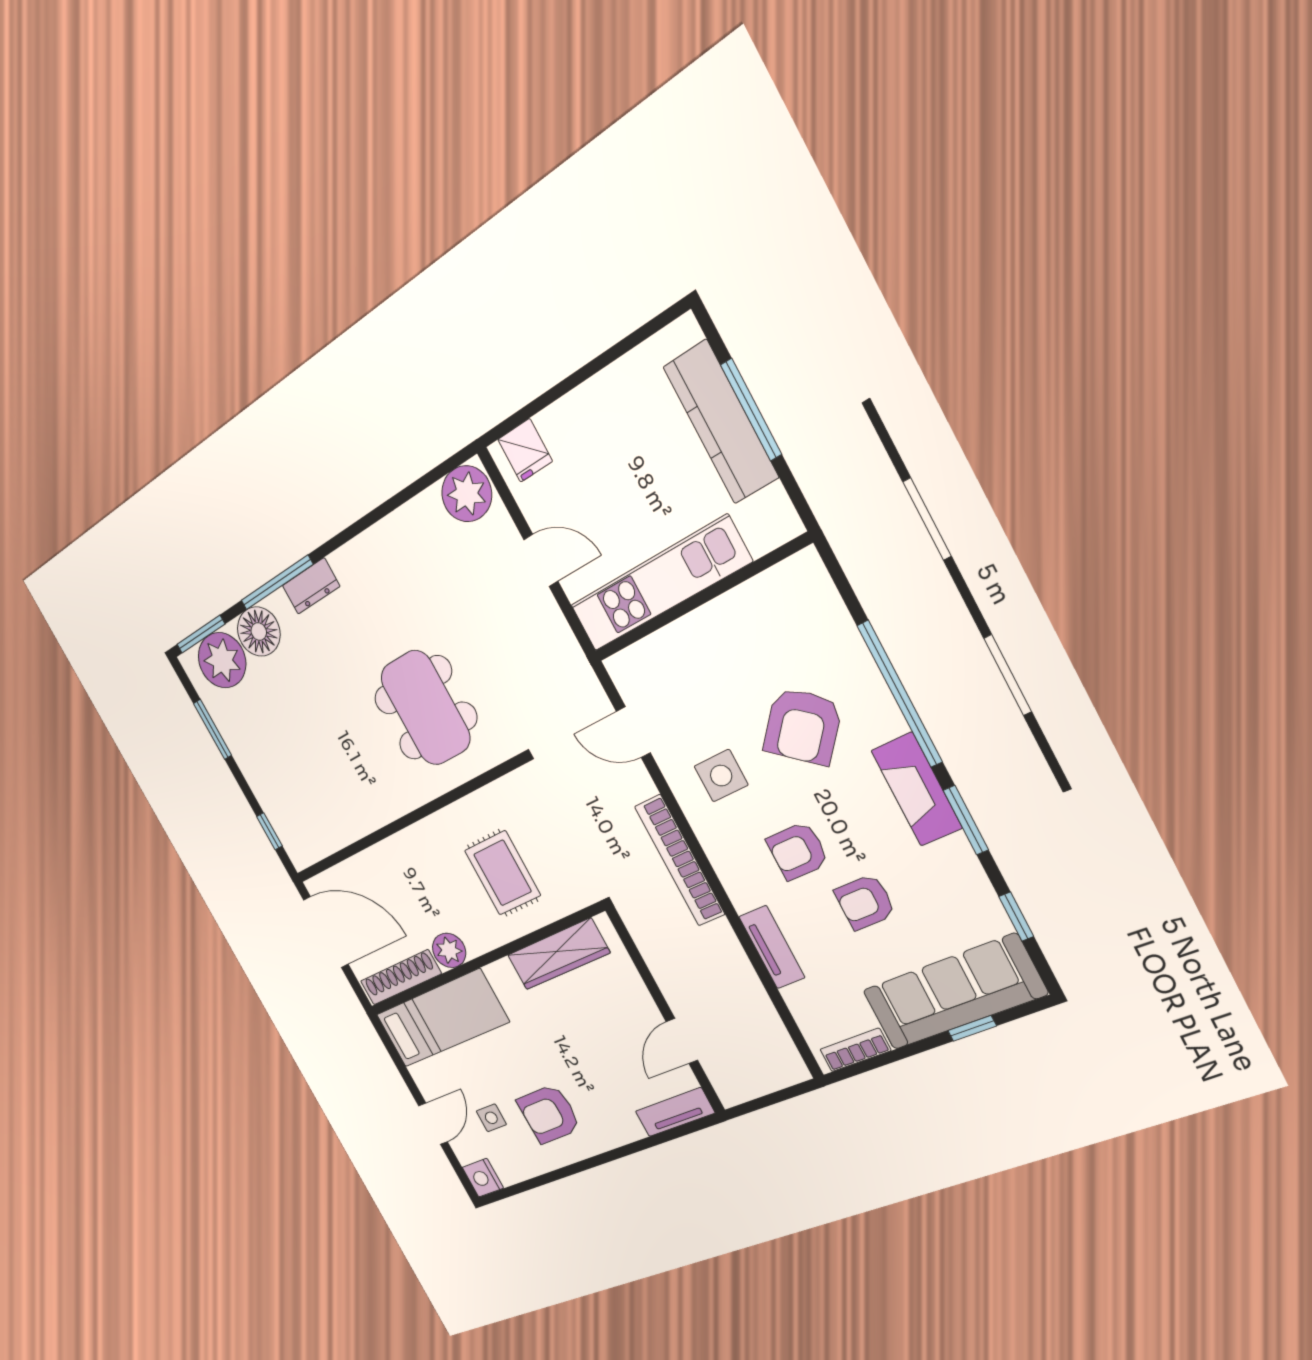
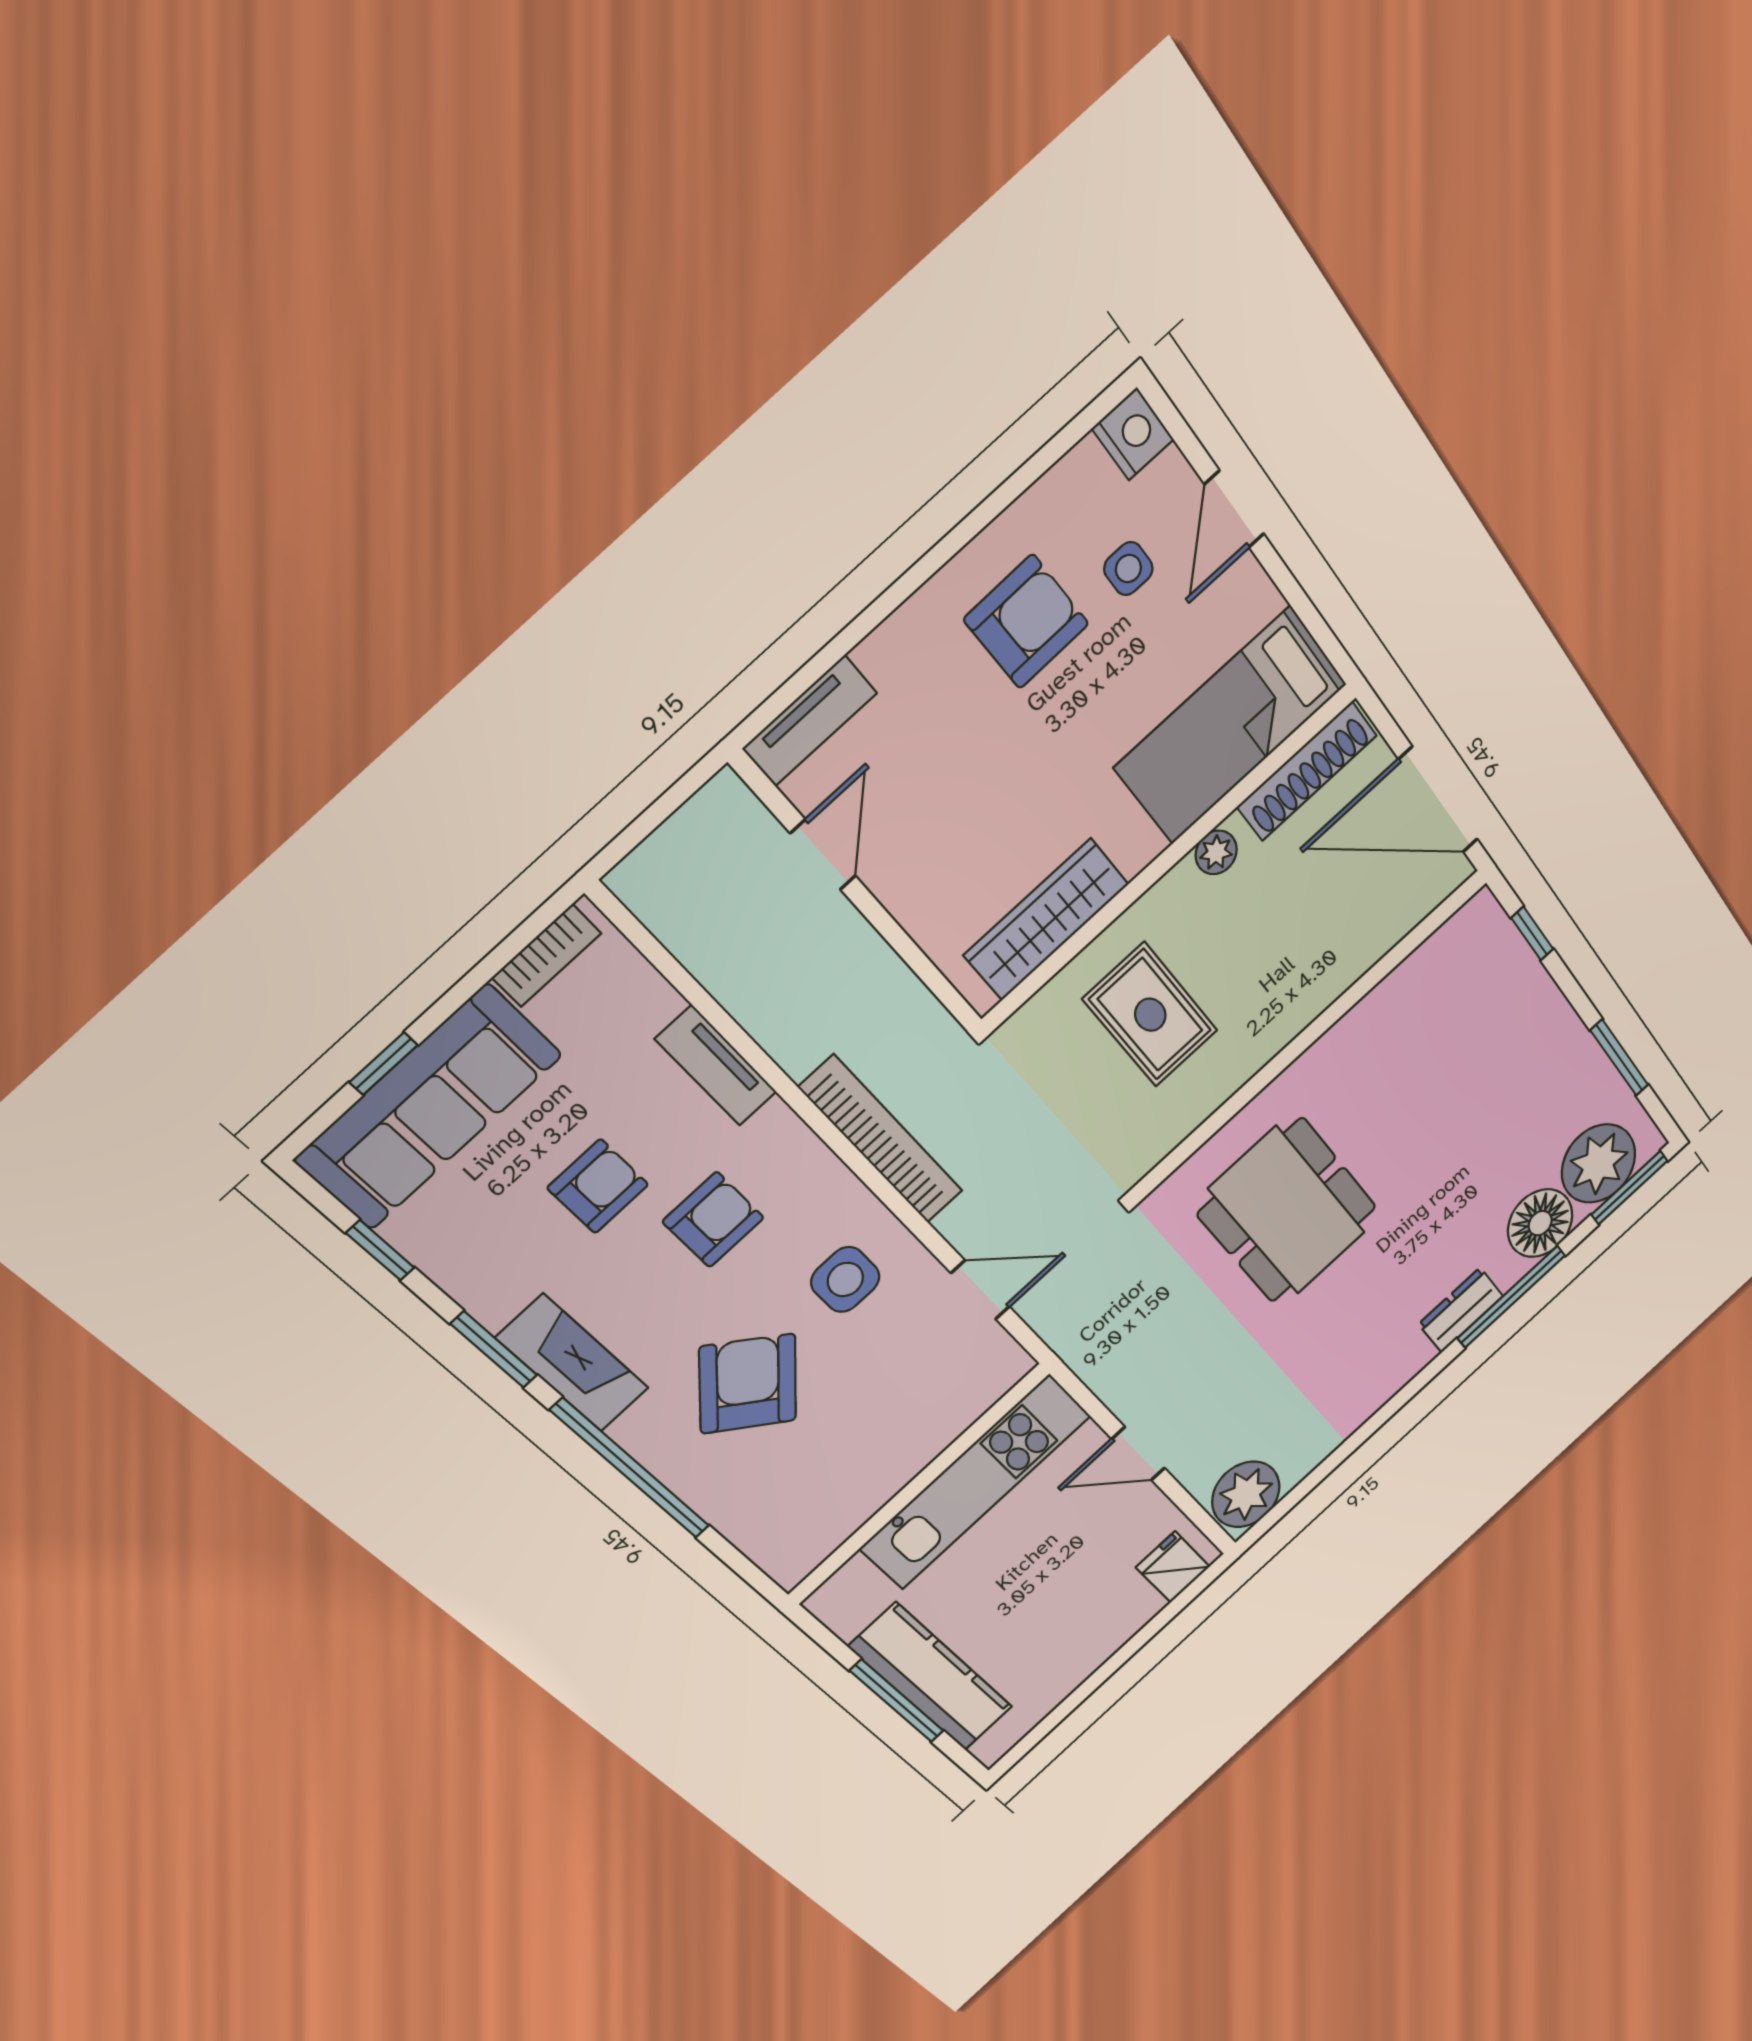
plant: (449, 950) -> (1216, 852), width x0.73, depth x0.73

